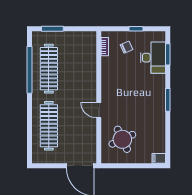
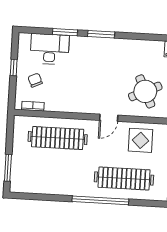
window: (168, 54) -> (65, 32), moved
clothes rail: (49, 69) -> (58, 138), moved
window: (30, 70) -> (100, 200), moved
display table: (81, 138) -> (140, 140), added

